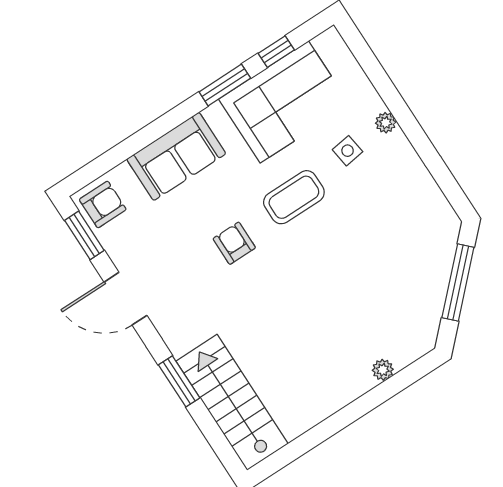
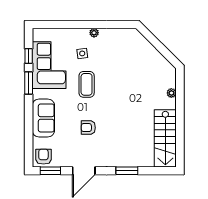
plant: (386, 123) -> (94, 33), moved
armchair: (234, 243) -> (88, 128), moved
window: (458, 282) -> (157, 44), removed
stairs: (232, 402) -> (165, 138), moved, turned -90

